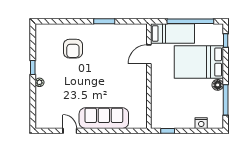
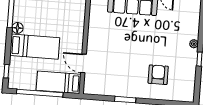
door: (149, 54) -> (83, 63), swing flipped
bed: (199, 62) -> (35, 47), width x0.67

